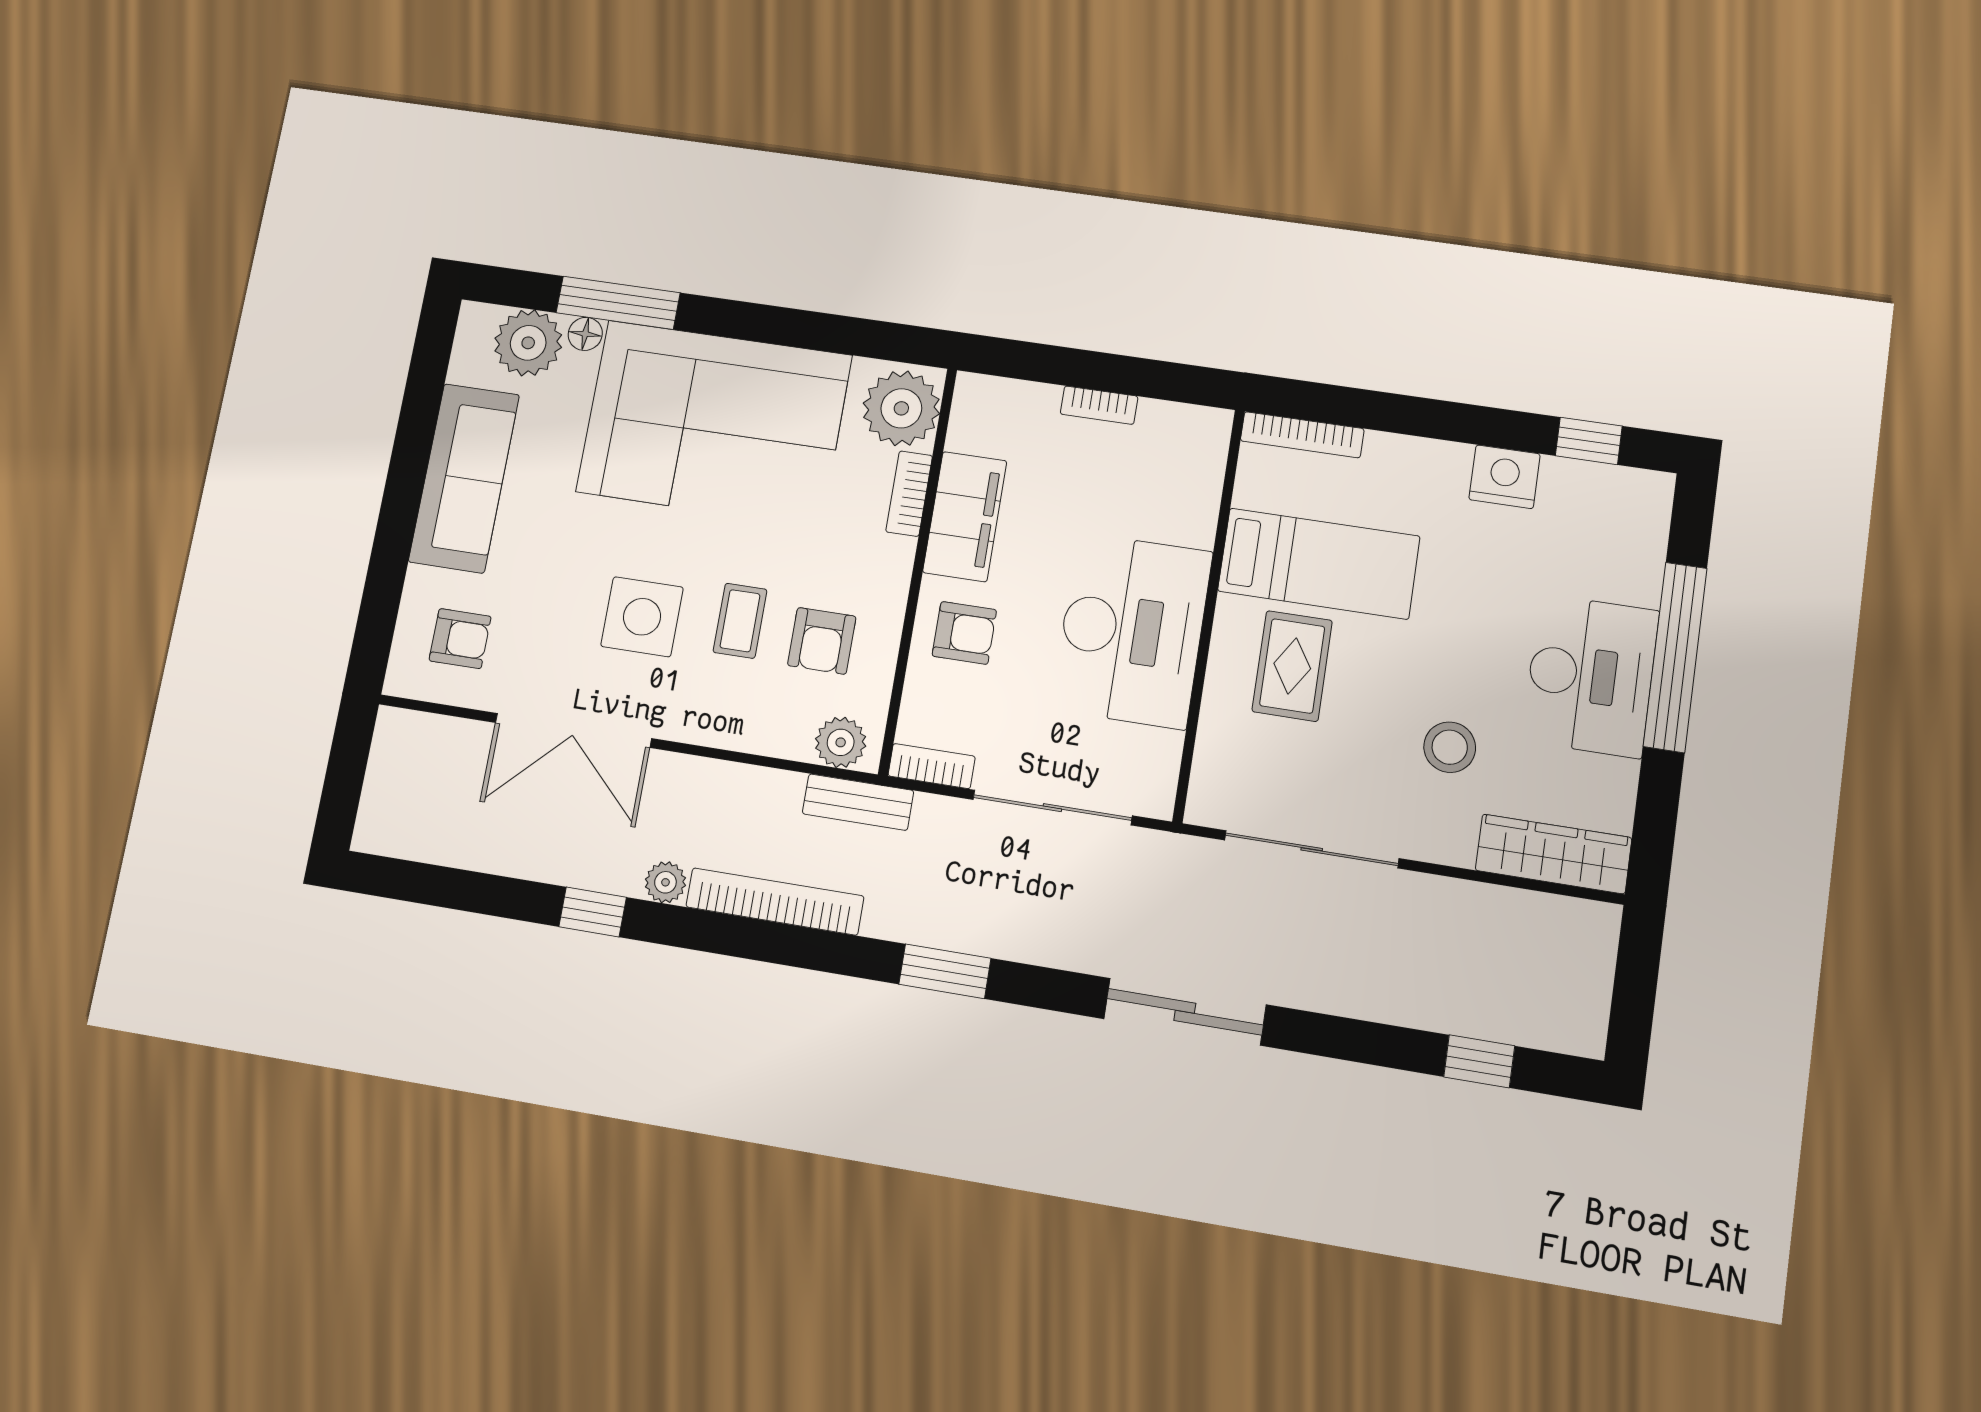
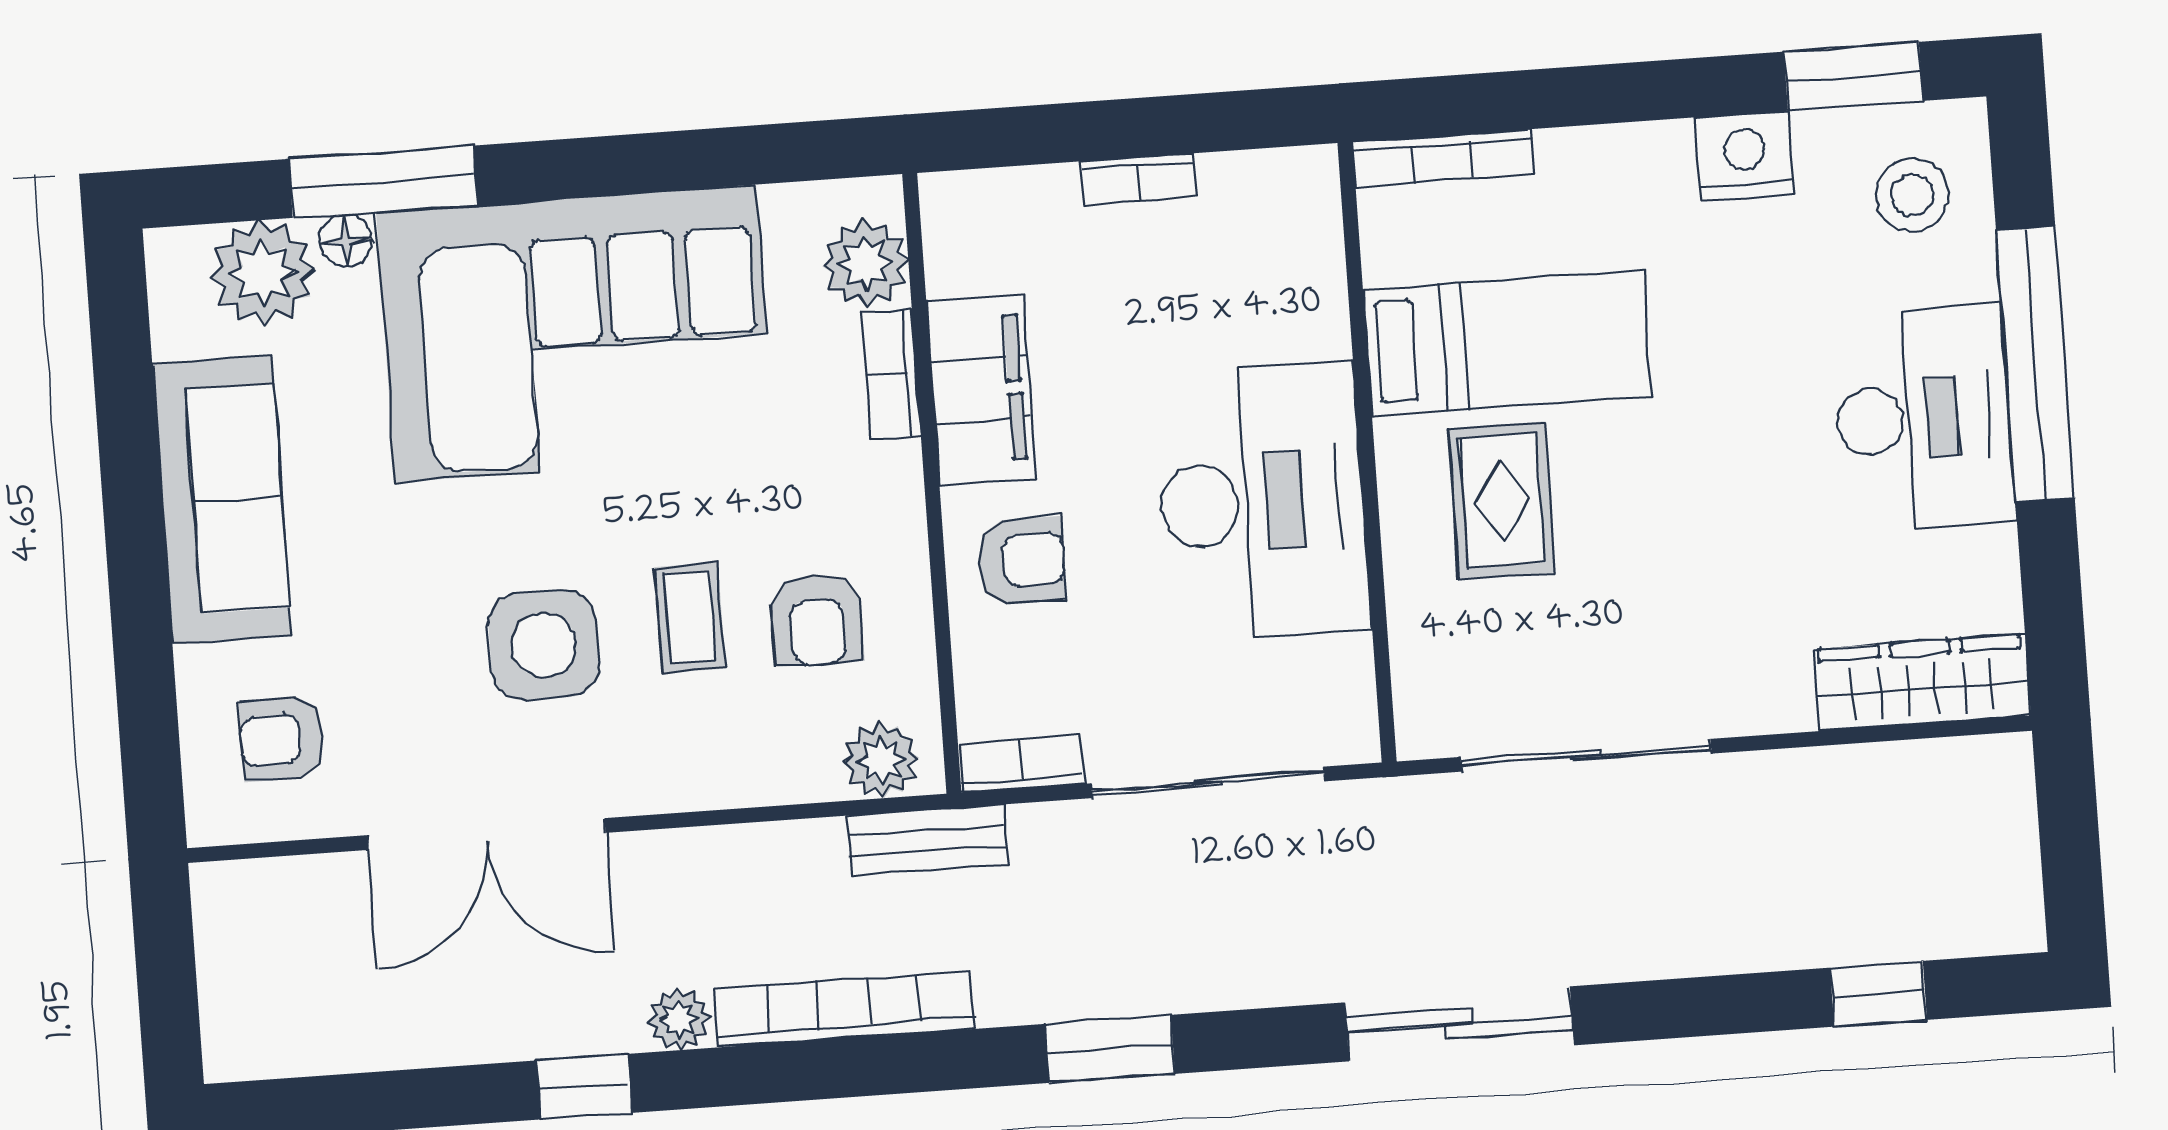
plant: (901, 408) -> (865, 263), width x0.73, depth x0.73
window: (1589, 441) -> (1853, 76), width x1.50
armchair: (460, 639) -> (282, 739), turned 180
stool: (1450, 747) -> (1912, 195), moved

